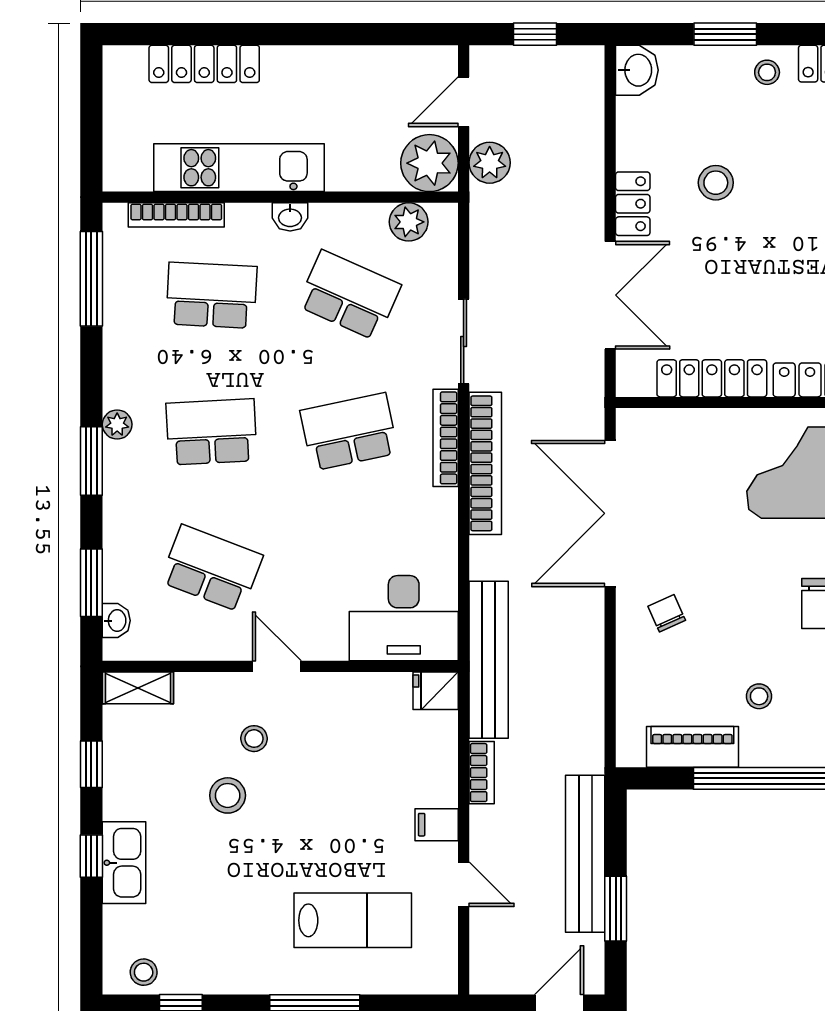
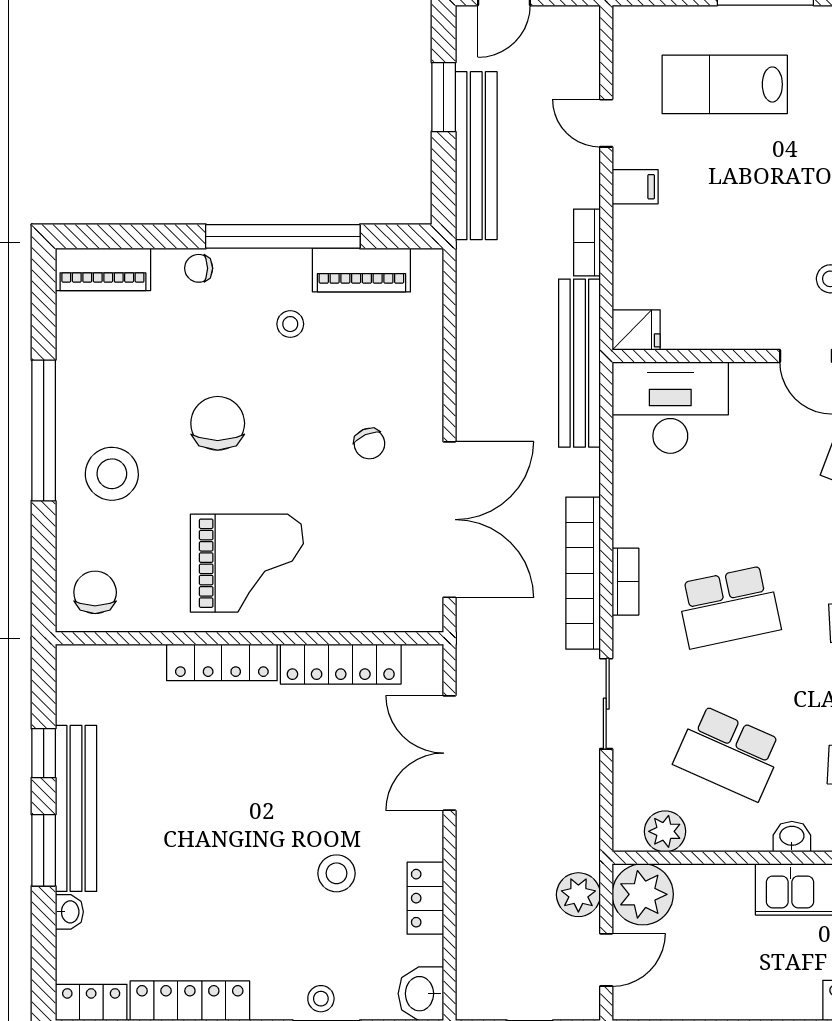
stool: (767, 72) -> (321, 999), moved
locker: (633, 204) -> (425, 898), moved
bookcase: (446, 438) -> (625, 582), width x0.64
chair: (667, 613) -> (369, 444), moved

